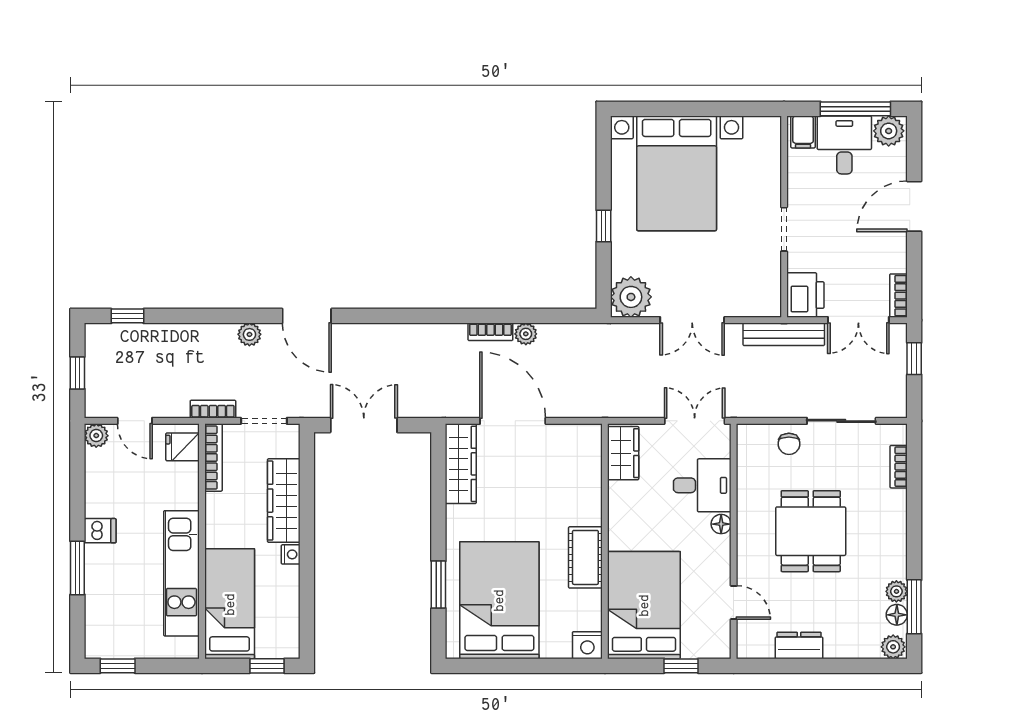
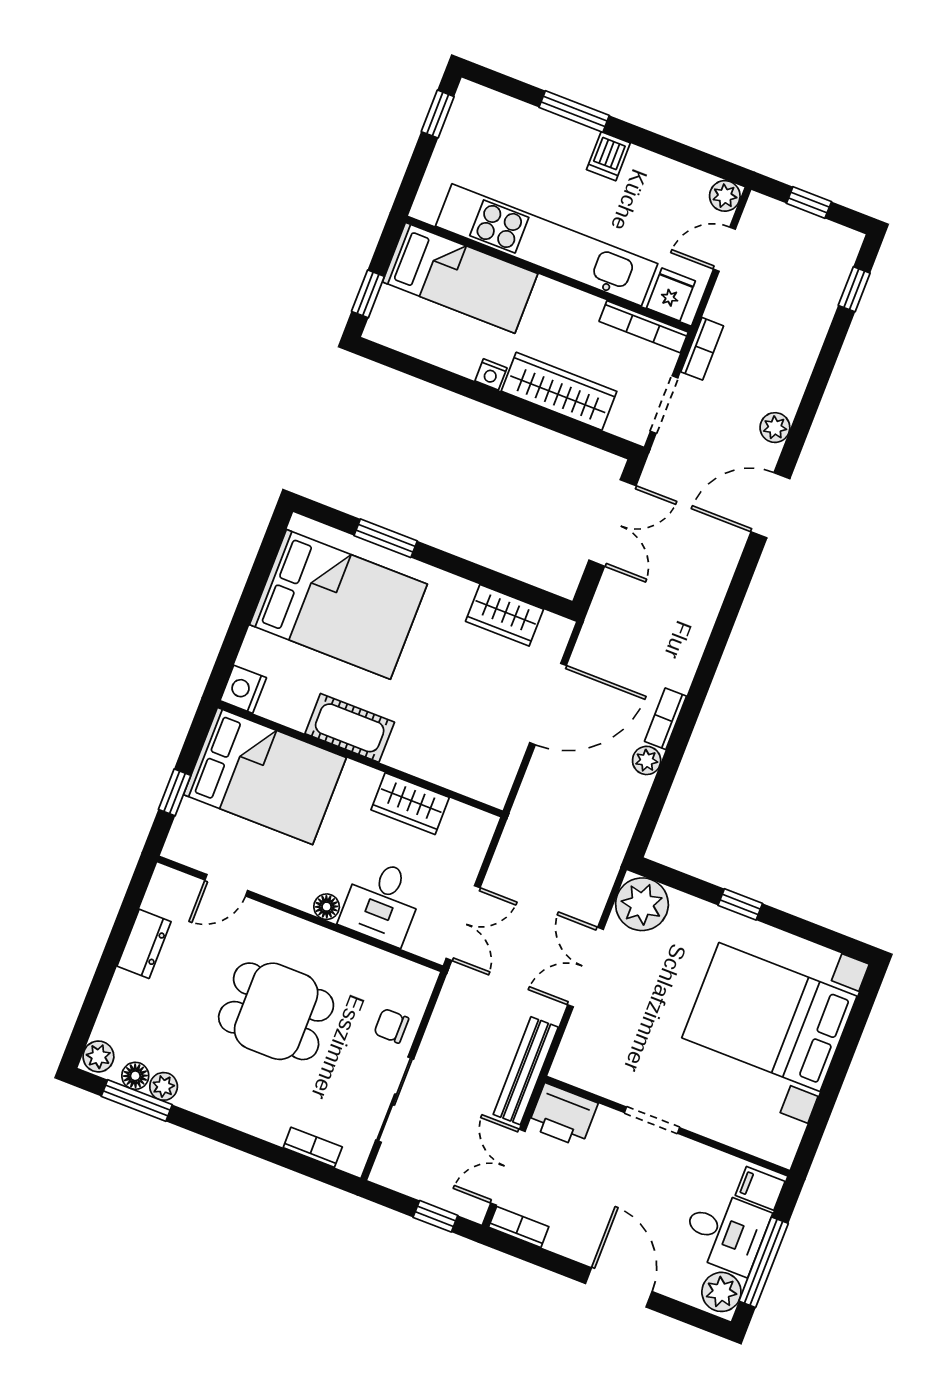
wardrobe: (623, 453) -> (410, 804), moved
wardrobe: (461, 464) -> (505, 615), width x0.67
kitchen unit: (181, 573) -> (547, 245), width x1.36

